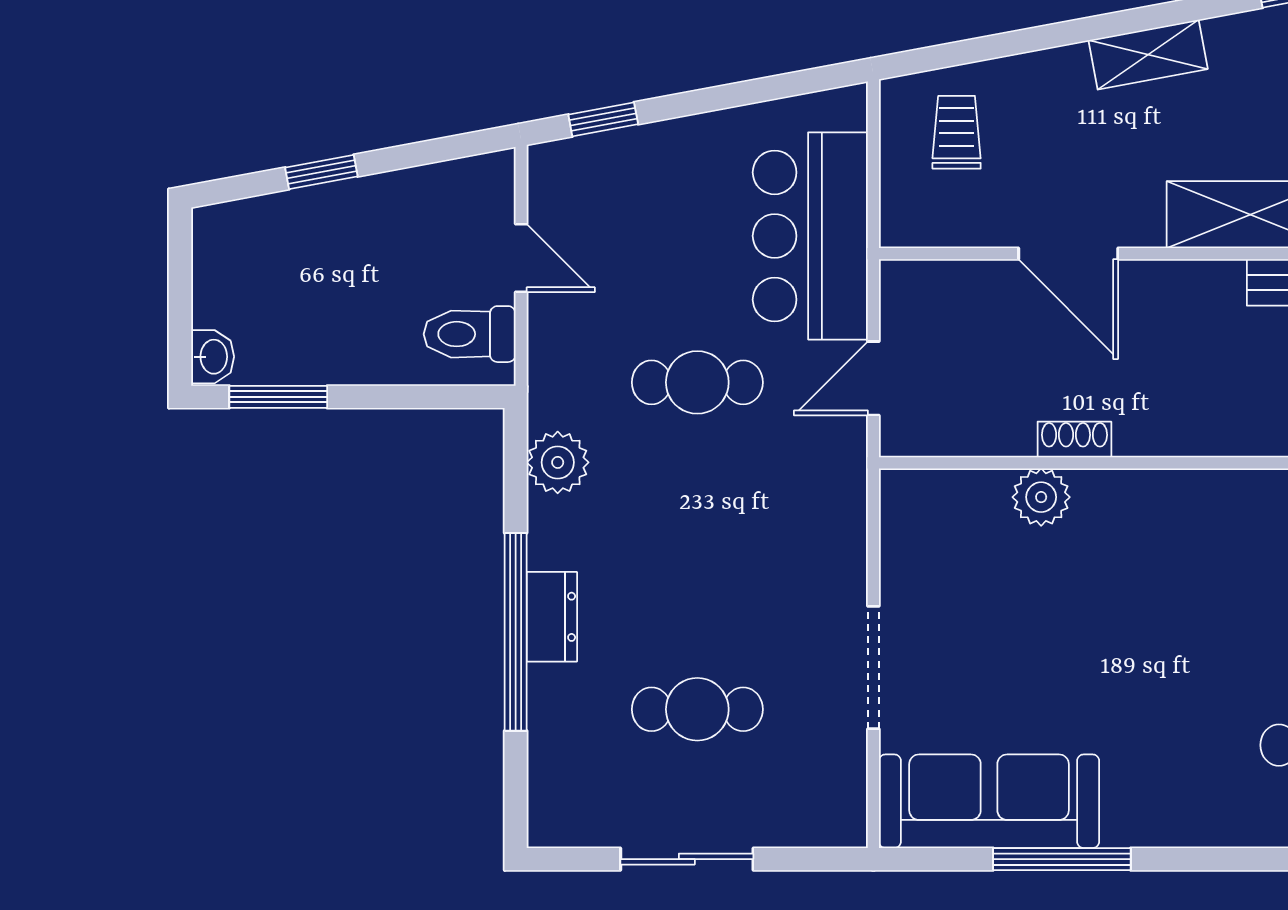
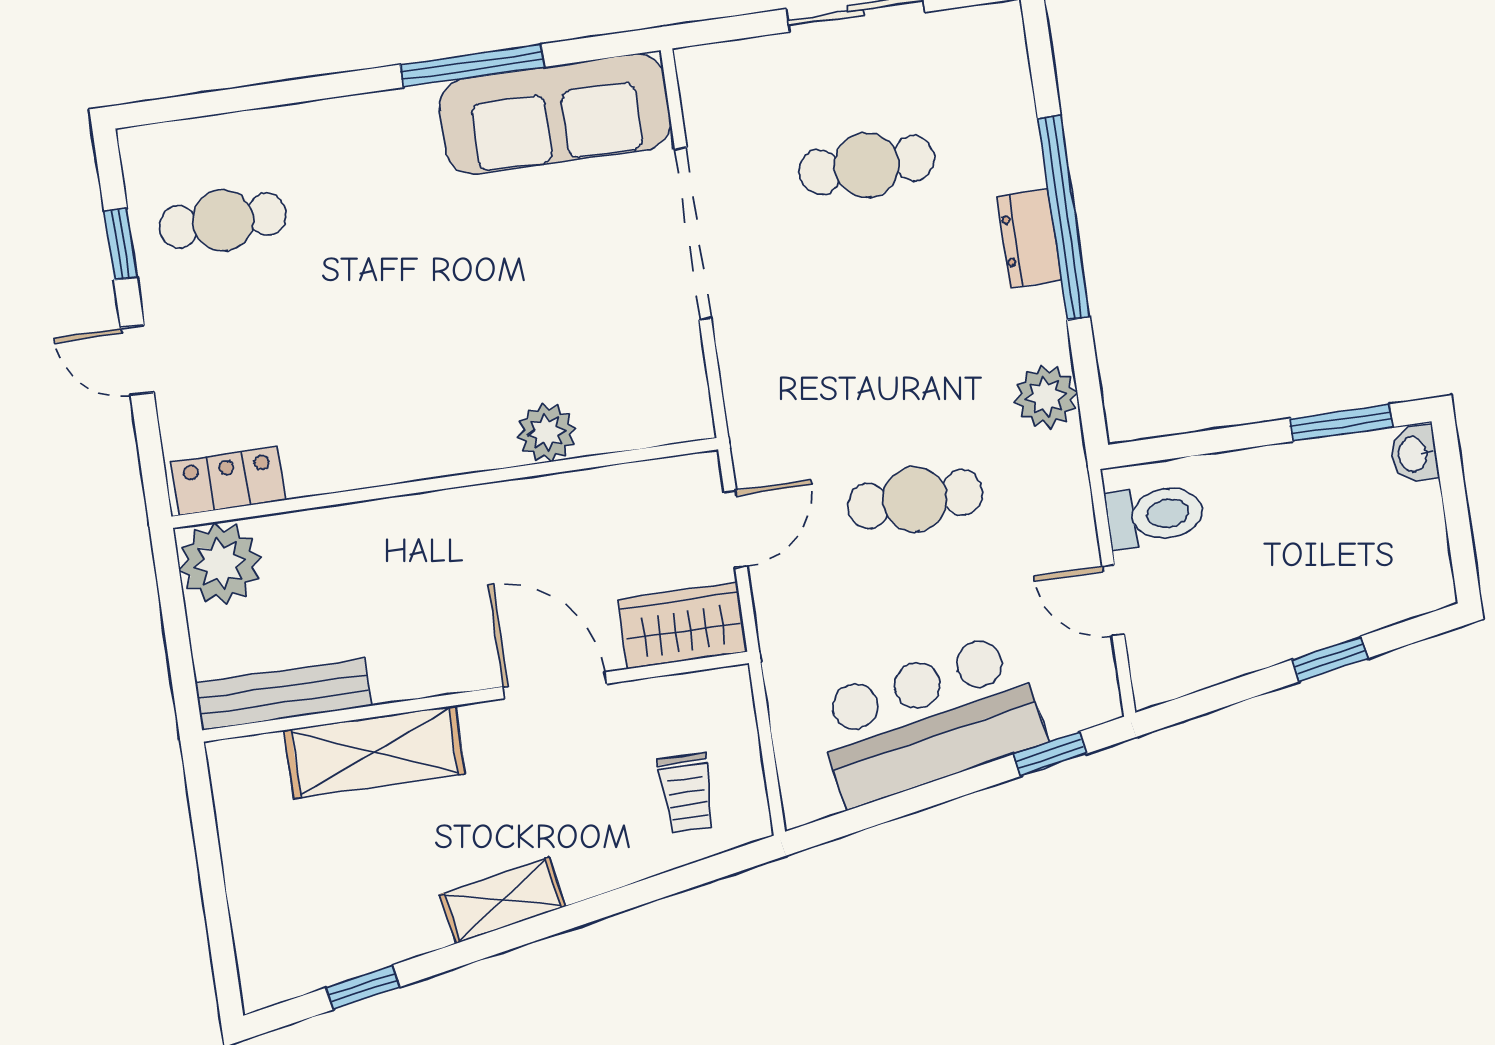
bar counter: (810, 236) -> (929, 720), moved, turned -101
wardrobe: (938, 293) -> (683, 626), added
shoe rack: (1074, 439) -> (521, 496), removed
doorway: (873, 667) -> (693, 234), width x1.36

